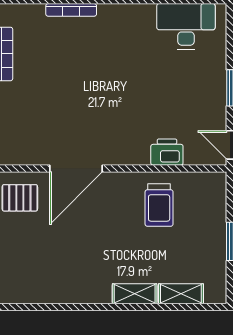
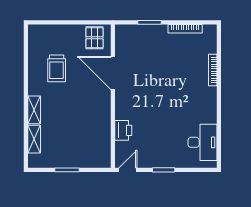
trolley: (159, 205) -> (57, 68), moved, turned -90

